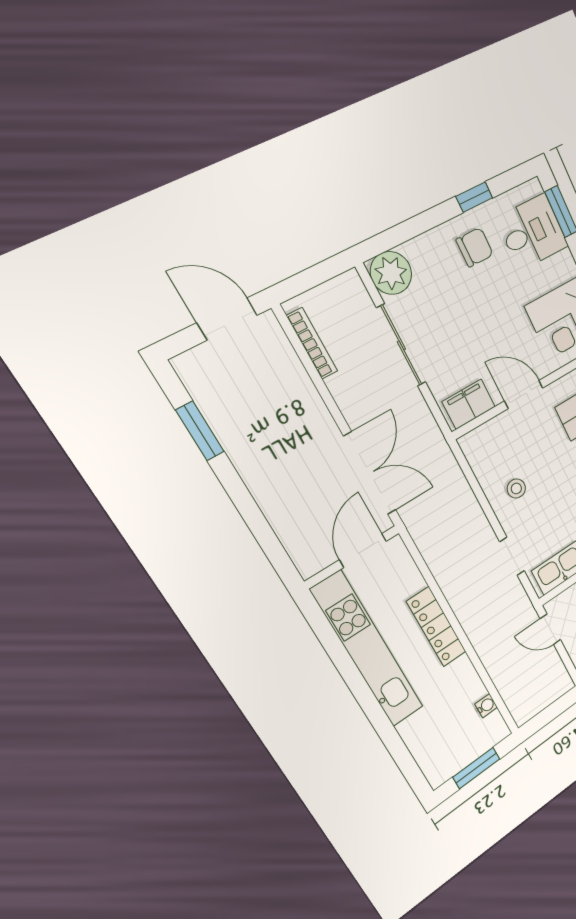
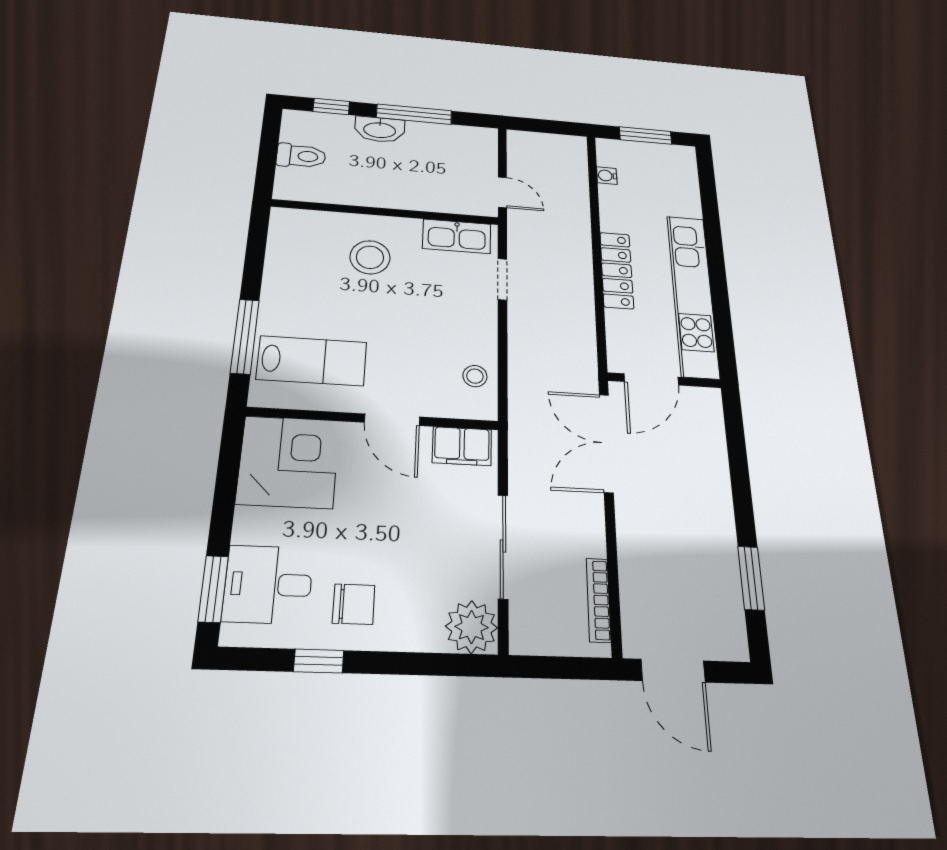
chair: (475, 247) -> (354, 604), turned 180
stool: (516, 488) -> (475, 376), moved

